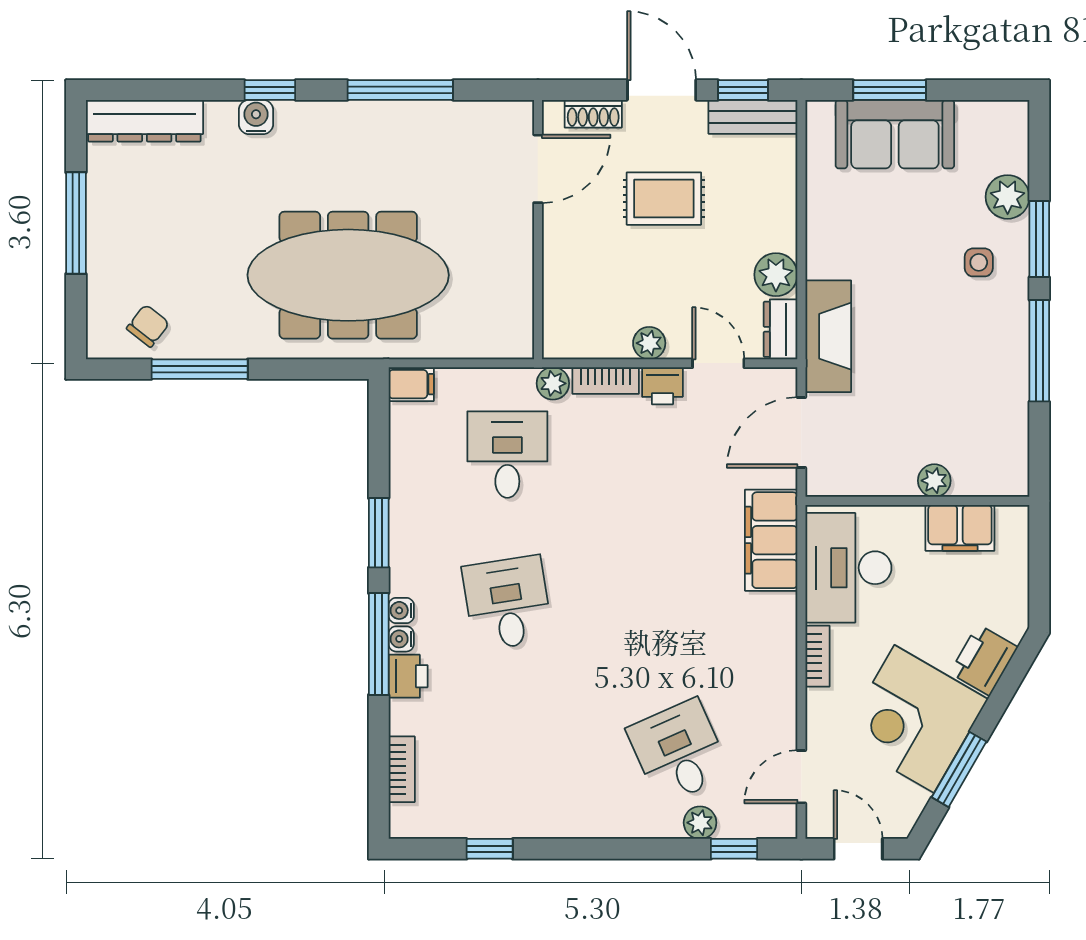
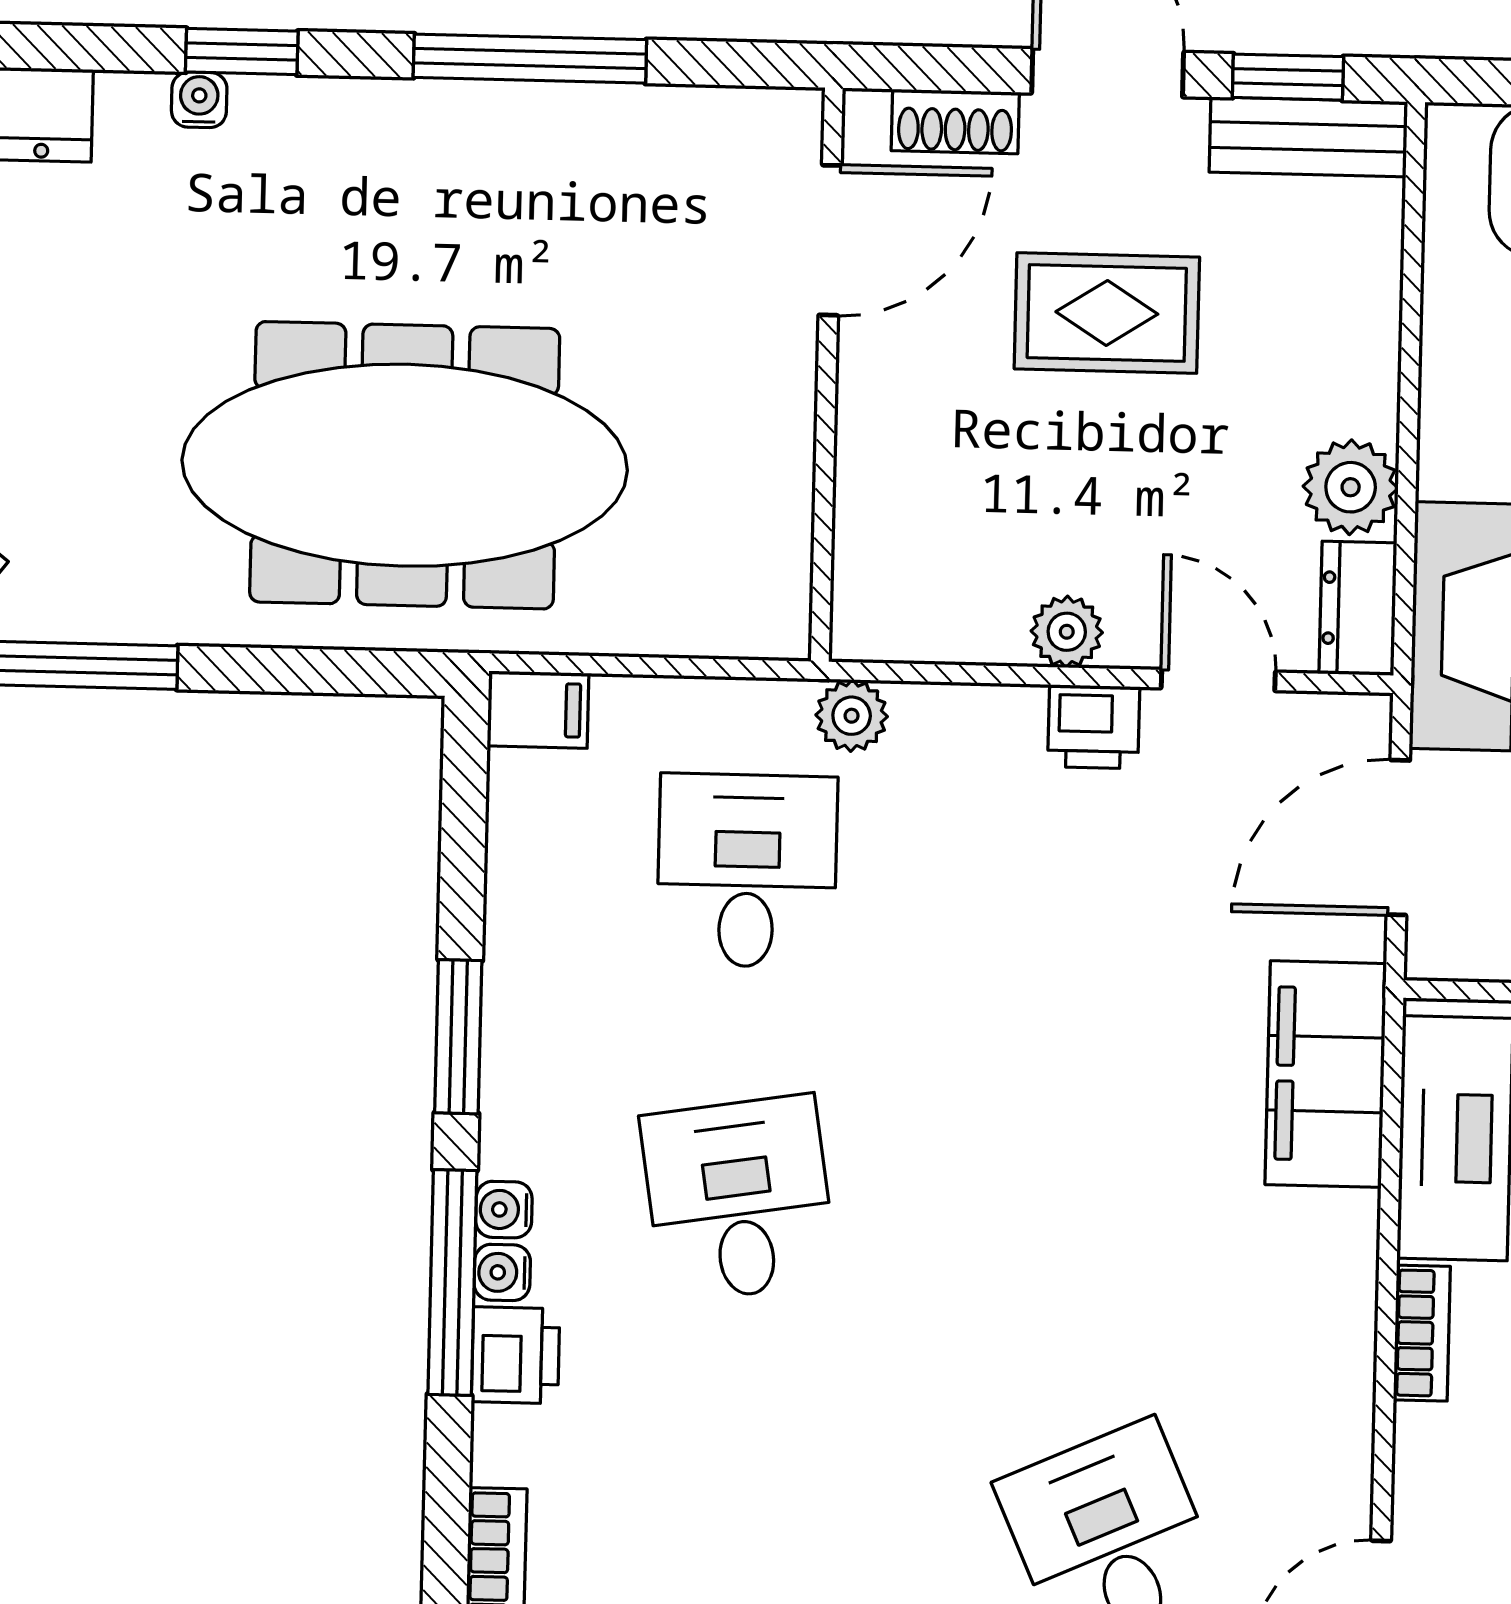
water cooler: (256, 117) -> (199, 100), width x0.72, depth x0.72
bookcase: (606, 380) -> (968, 712), removed

